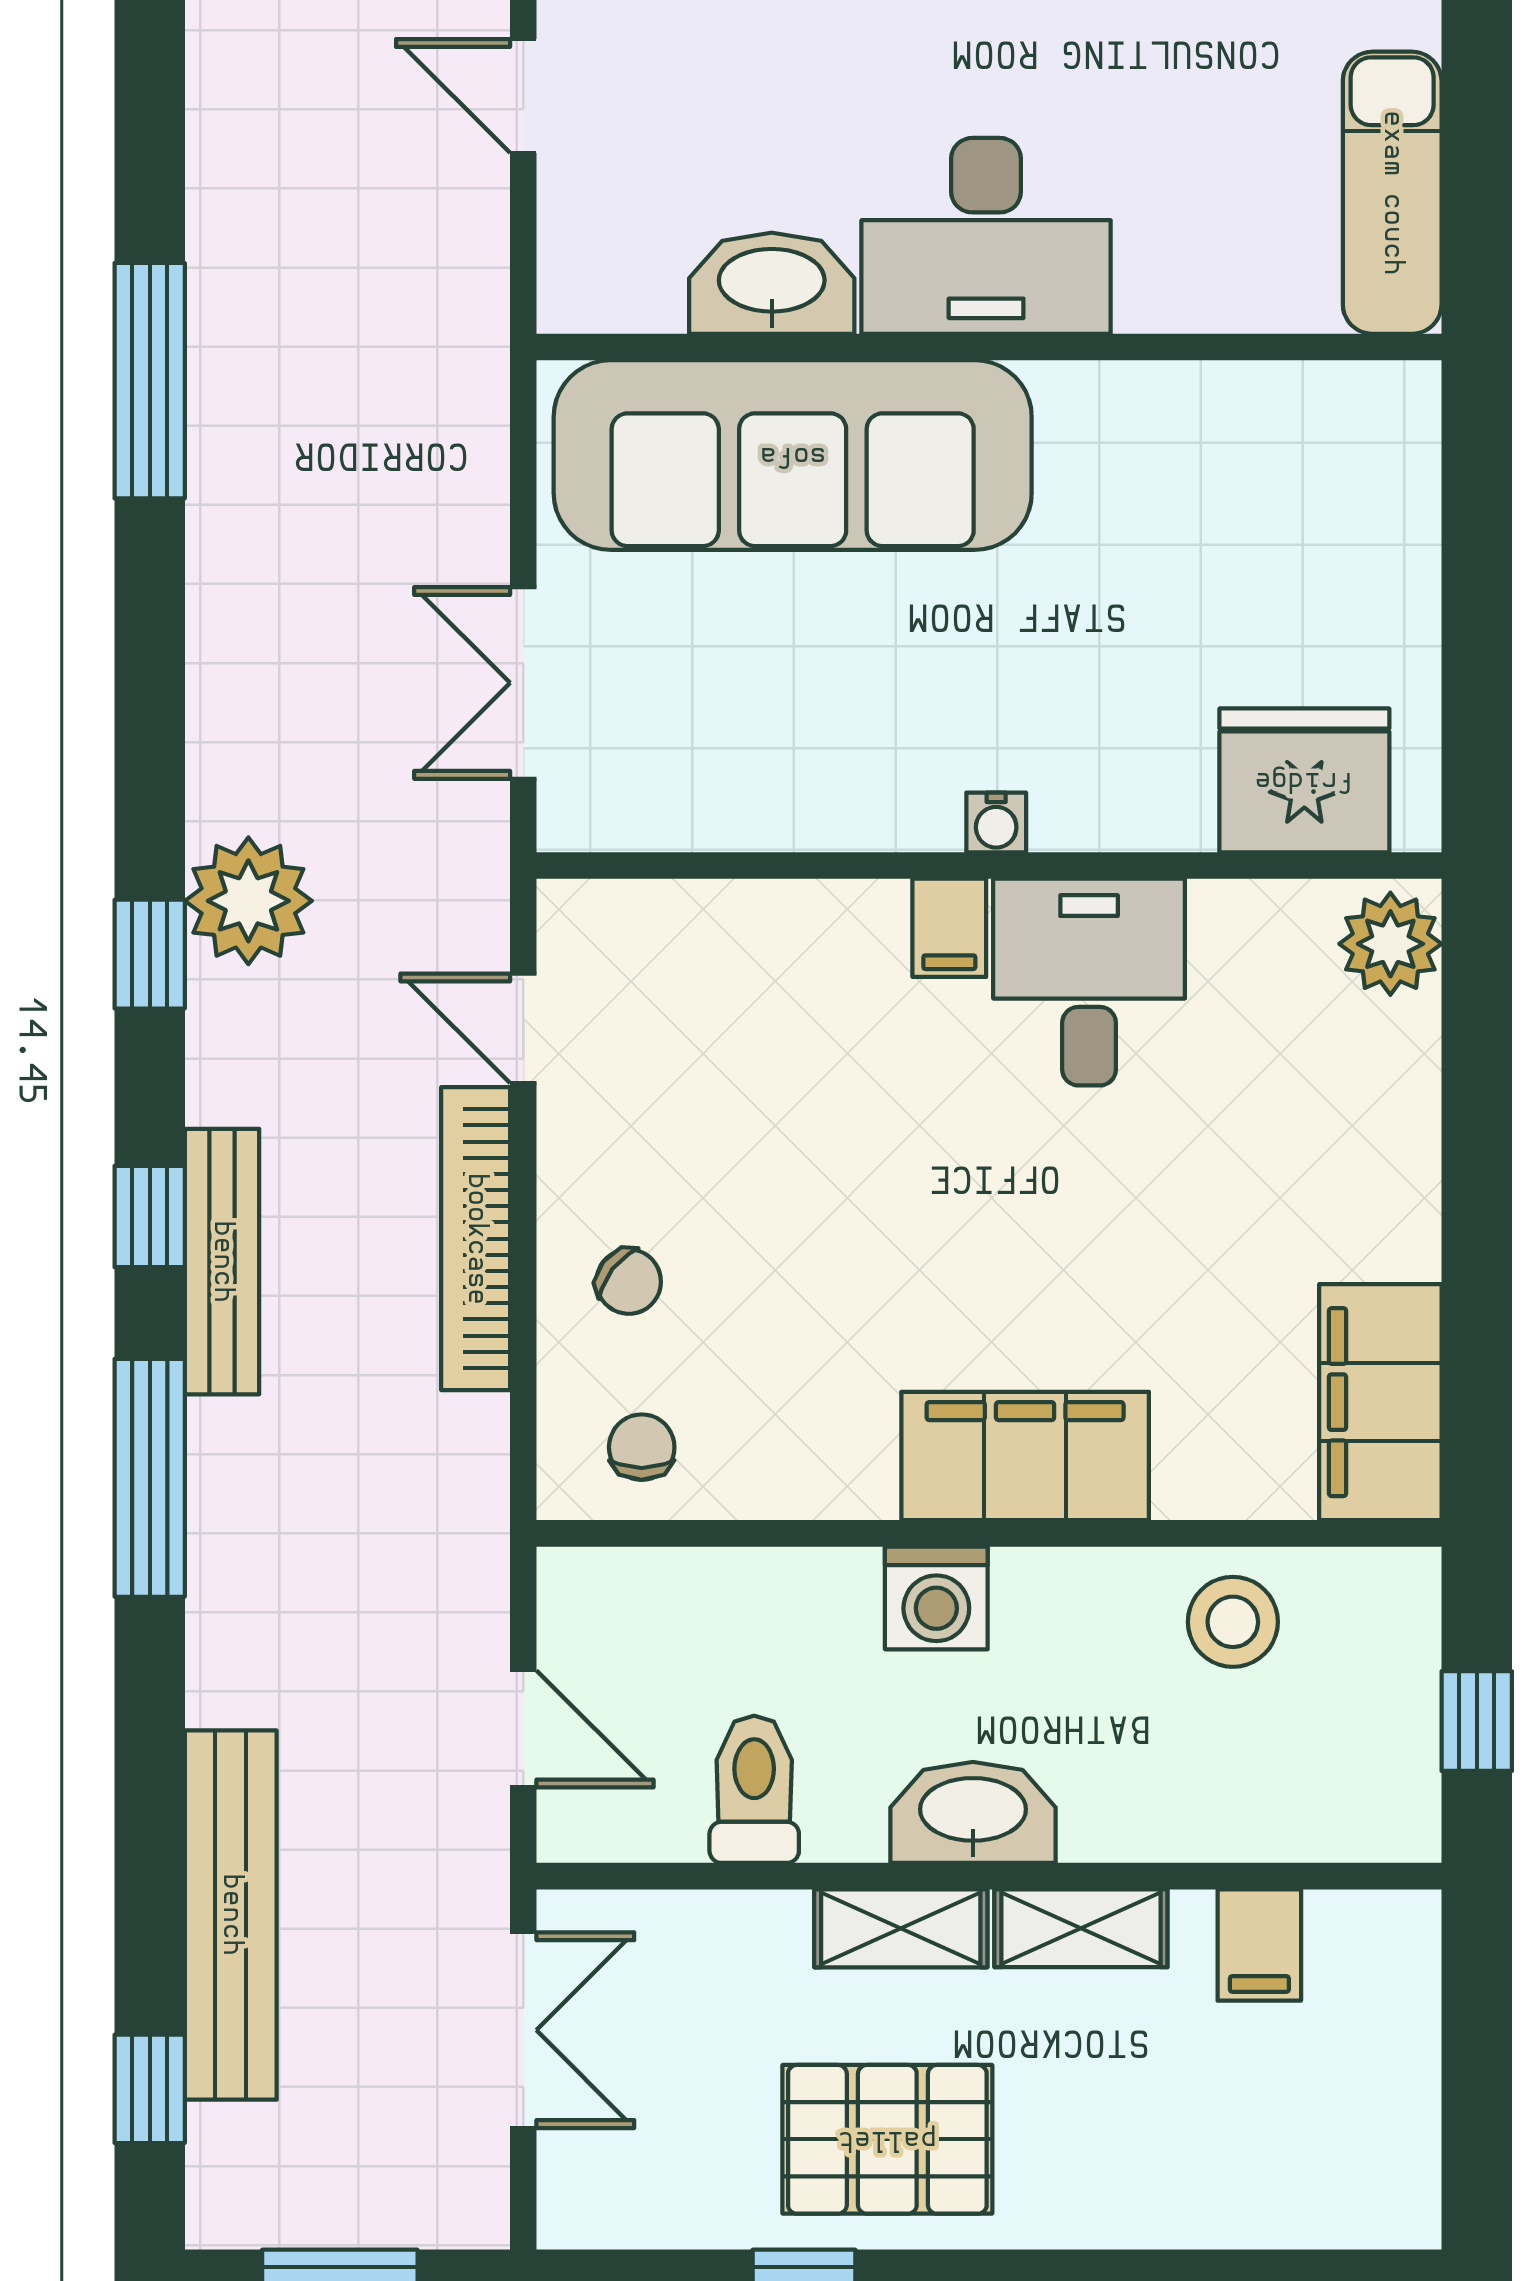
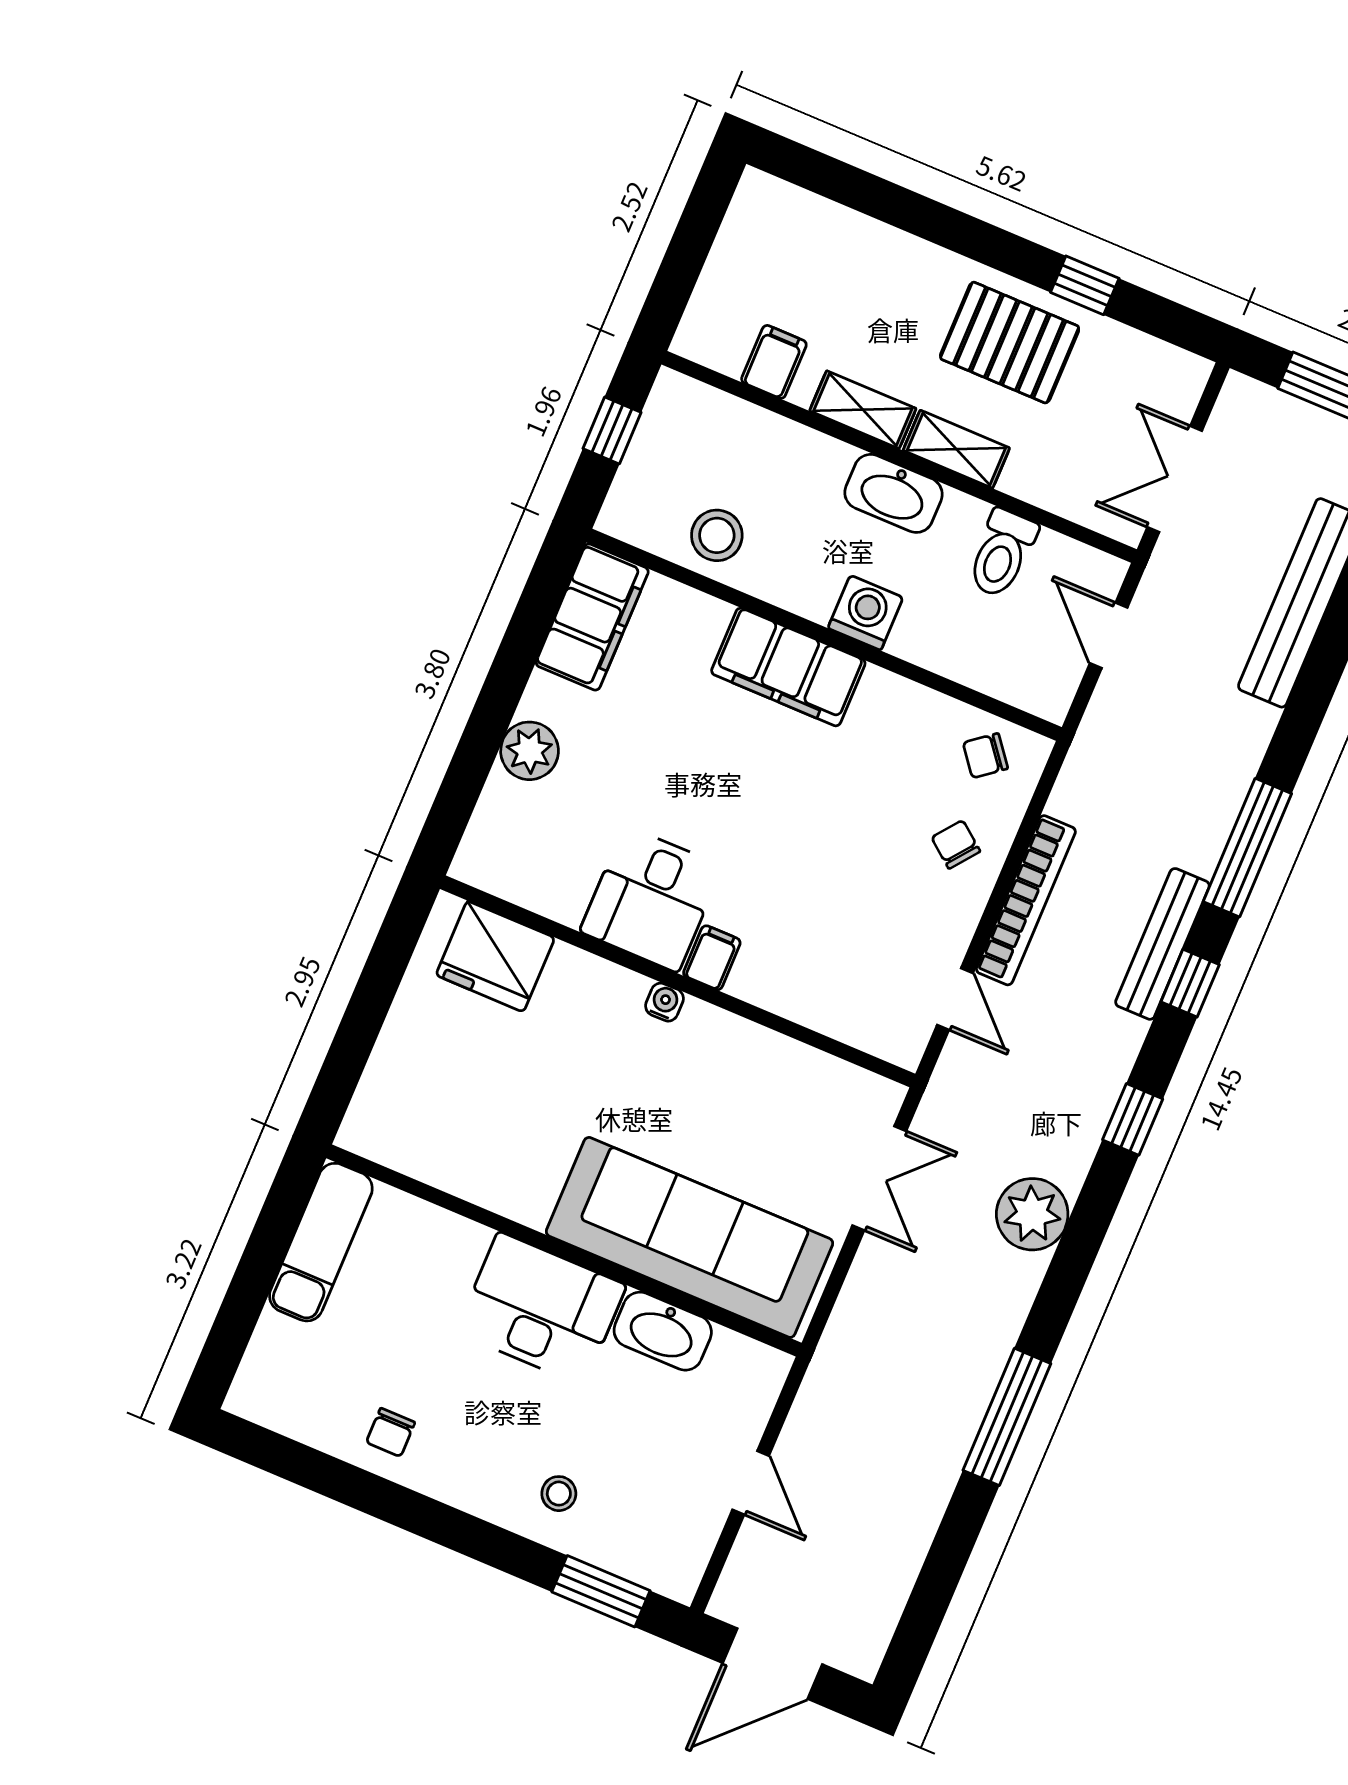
plant: (248, 901) -> (1032, 1214), moved
plant: (1390, 944) -> (530, 751), moved
chair: (642, 1447) -> (985, 756), turned 52

